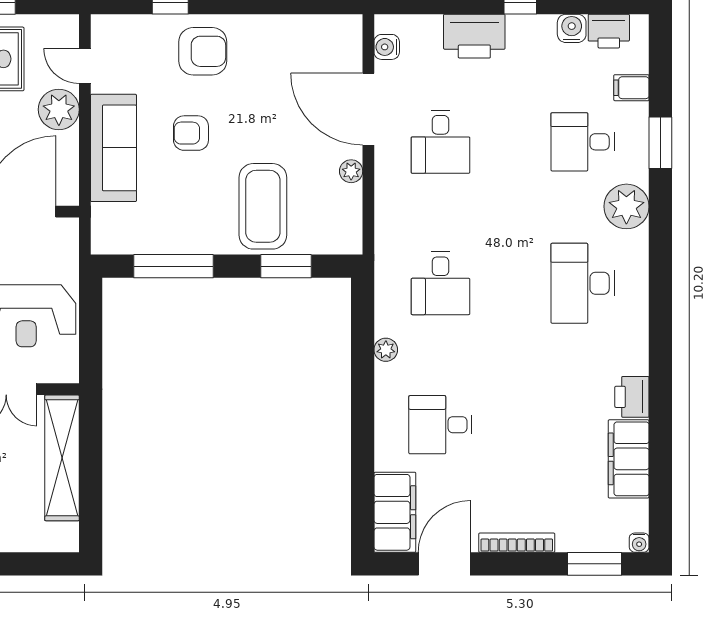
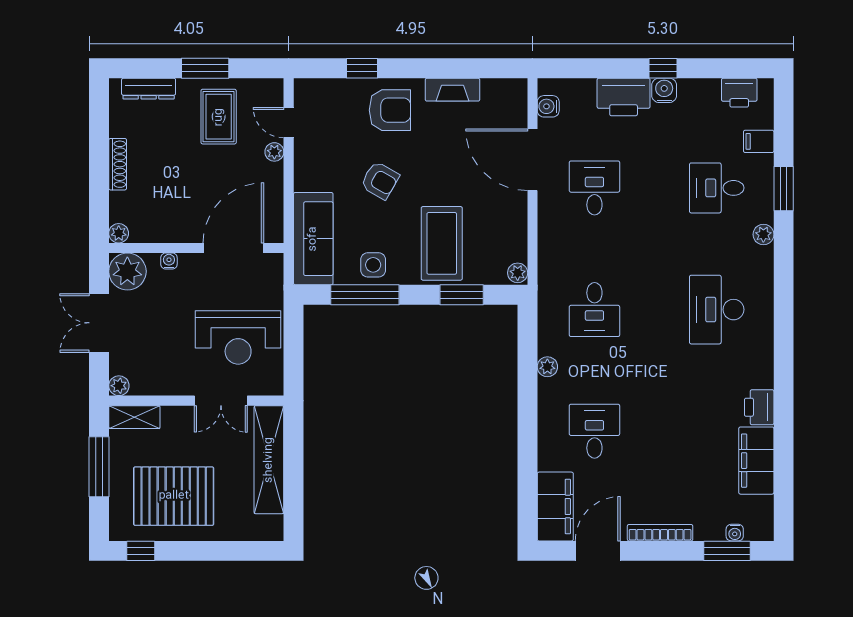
fireplace: (275, 28) -> (452, 90), added
water cooler: (572, 28) -> (664, 90), moved
plant: (59, 109) -> (274, 152), width x0.53, depth x0.53
armchair: (191, 133) -> (380, 180), turned -150
desk: (440, 142) -> (594, 188), turned 180
sofa: (113, 148) -> (313, 239), moved
plant: (351, 171) -> (518, 273), moved
plant: (626, 206) -> (763, 234), width x0.53, depth x0.53
side table: (183, 231) -> (373, 265), added
desk: (440, 425) -> (594, 431), turned 90
water cooler: (639, 543) -> (735, 533), moved

